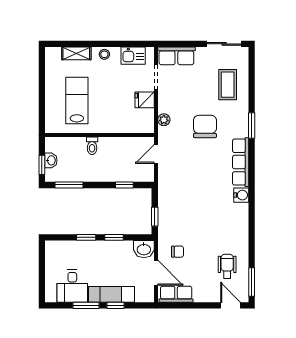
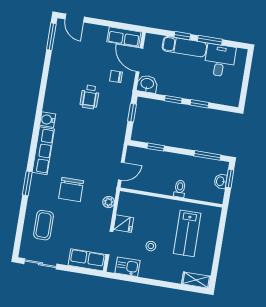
shelving: (76, 53) -> (196, 280), moved
stool: (104, 54) -> (151, 246), moved
wheelchair: (227, 266) -> (90, 97), moved

